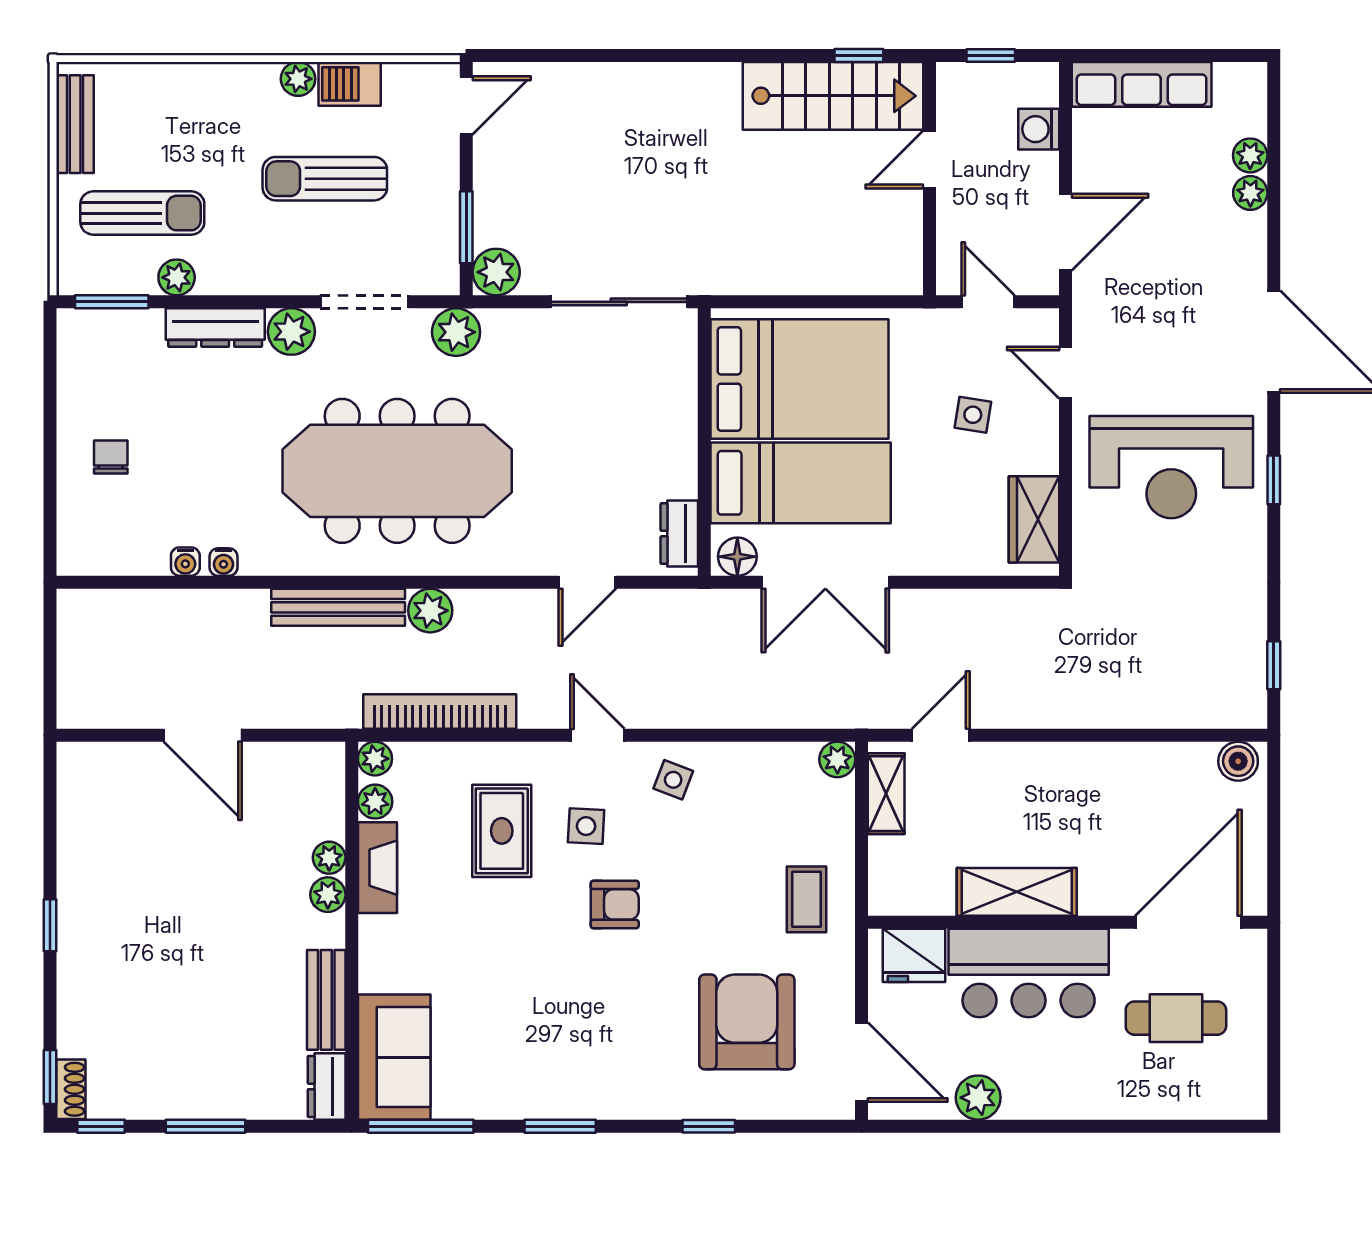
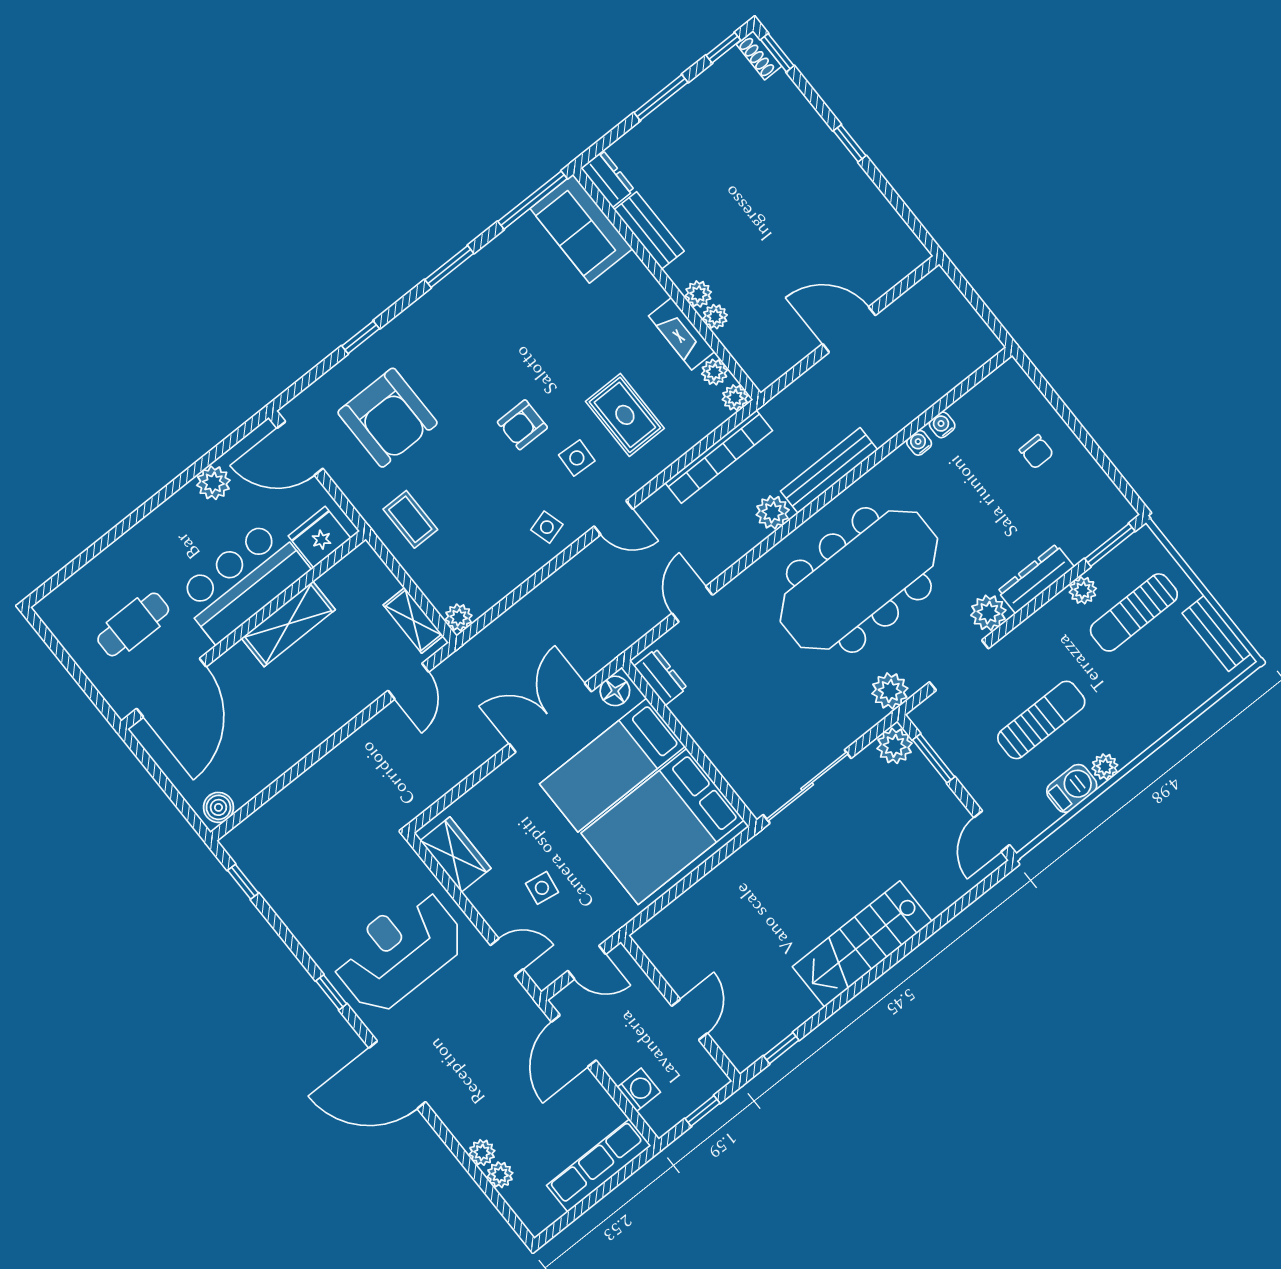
stairs: (833, 96) -> (862, 944), moved
side table: (673, 780) -> (547, 527), turned -37

